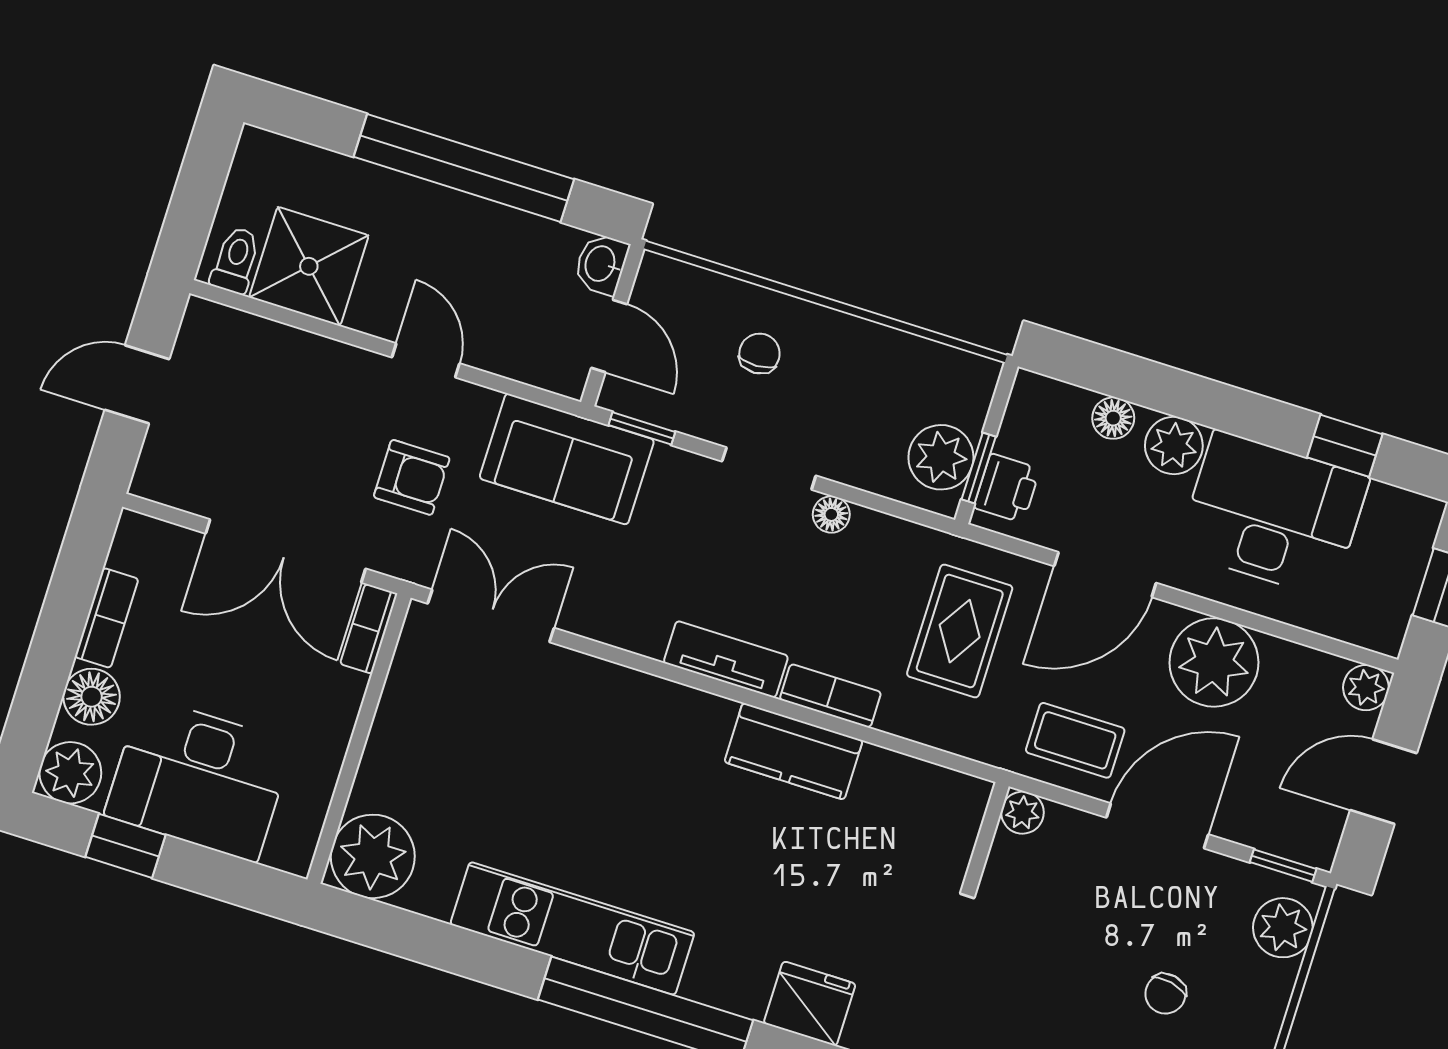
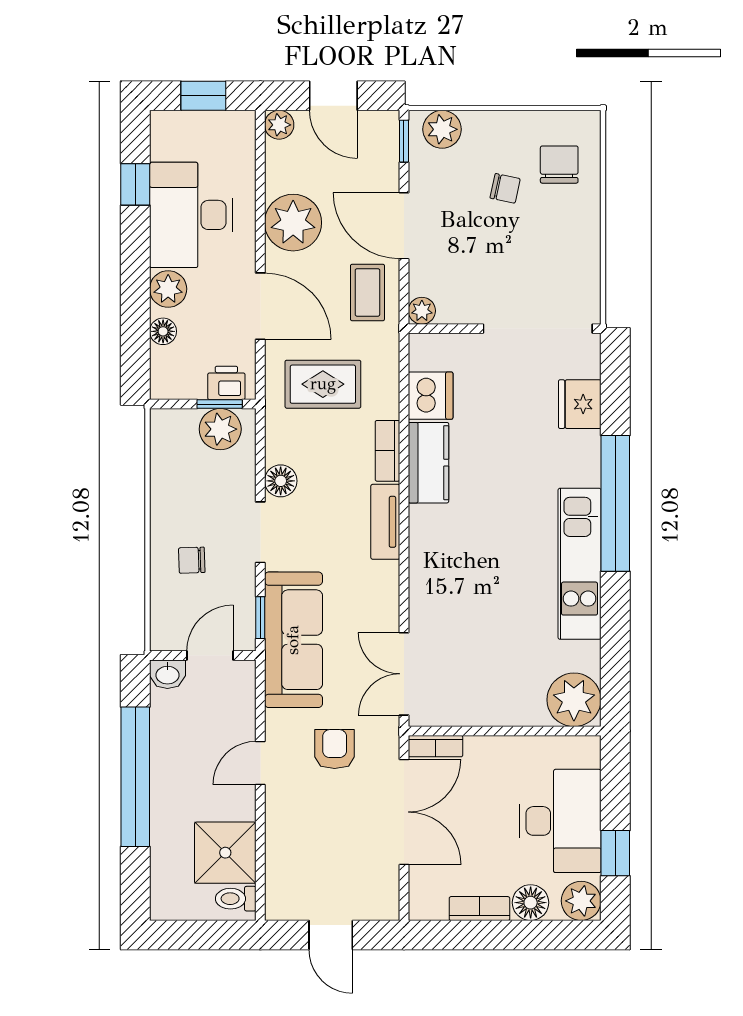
sofa: (567, 459) -> (293, 640), width x1.36
floor lamp: (831, 514) -> (281, 481), width x1.37, depth x1.37
dishwasher: (892, 786) -> (431, 396), added

